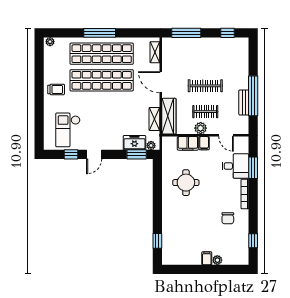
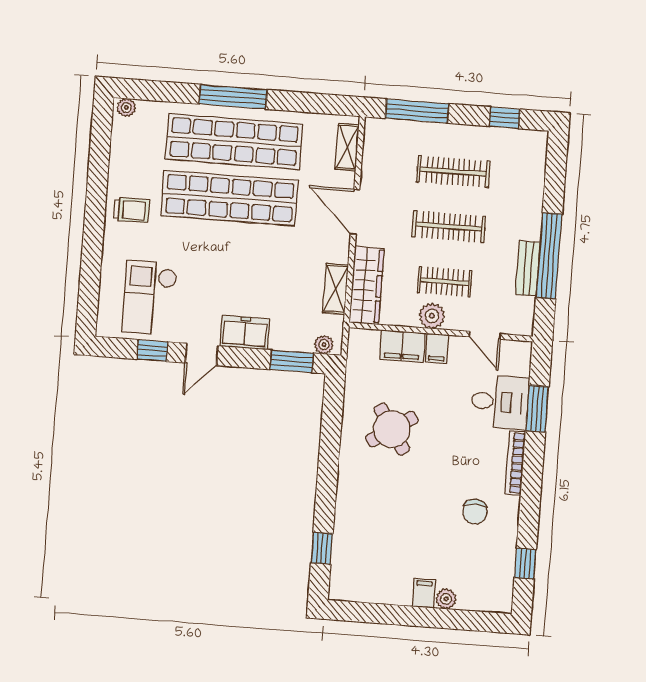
clothes rail: (205, 60) -> (453, 172), added
freezer: (134, 143) -> (245, 333), moved
round table: (186, 183) -> (392, 429), turned -33

